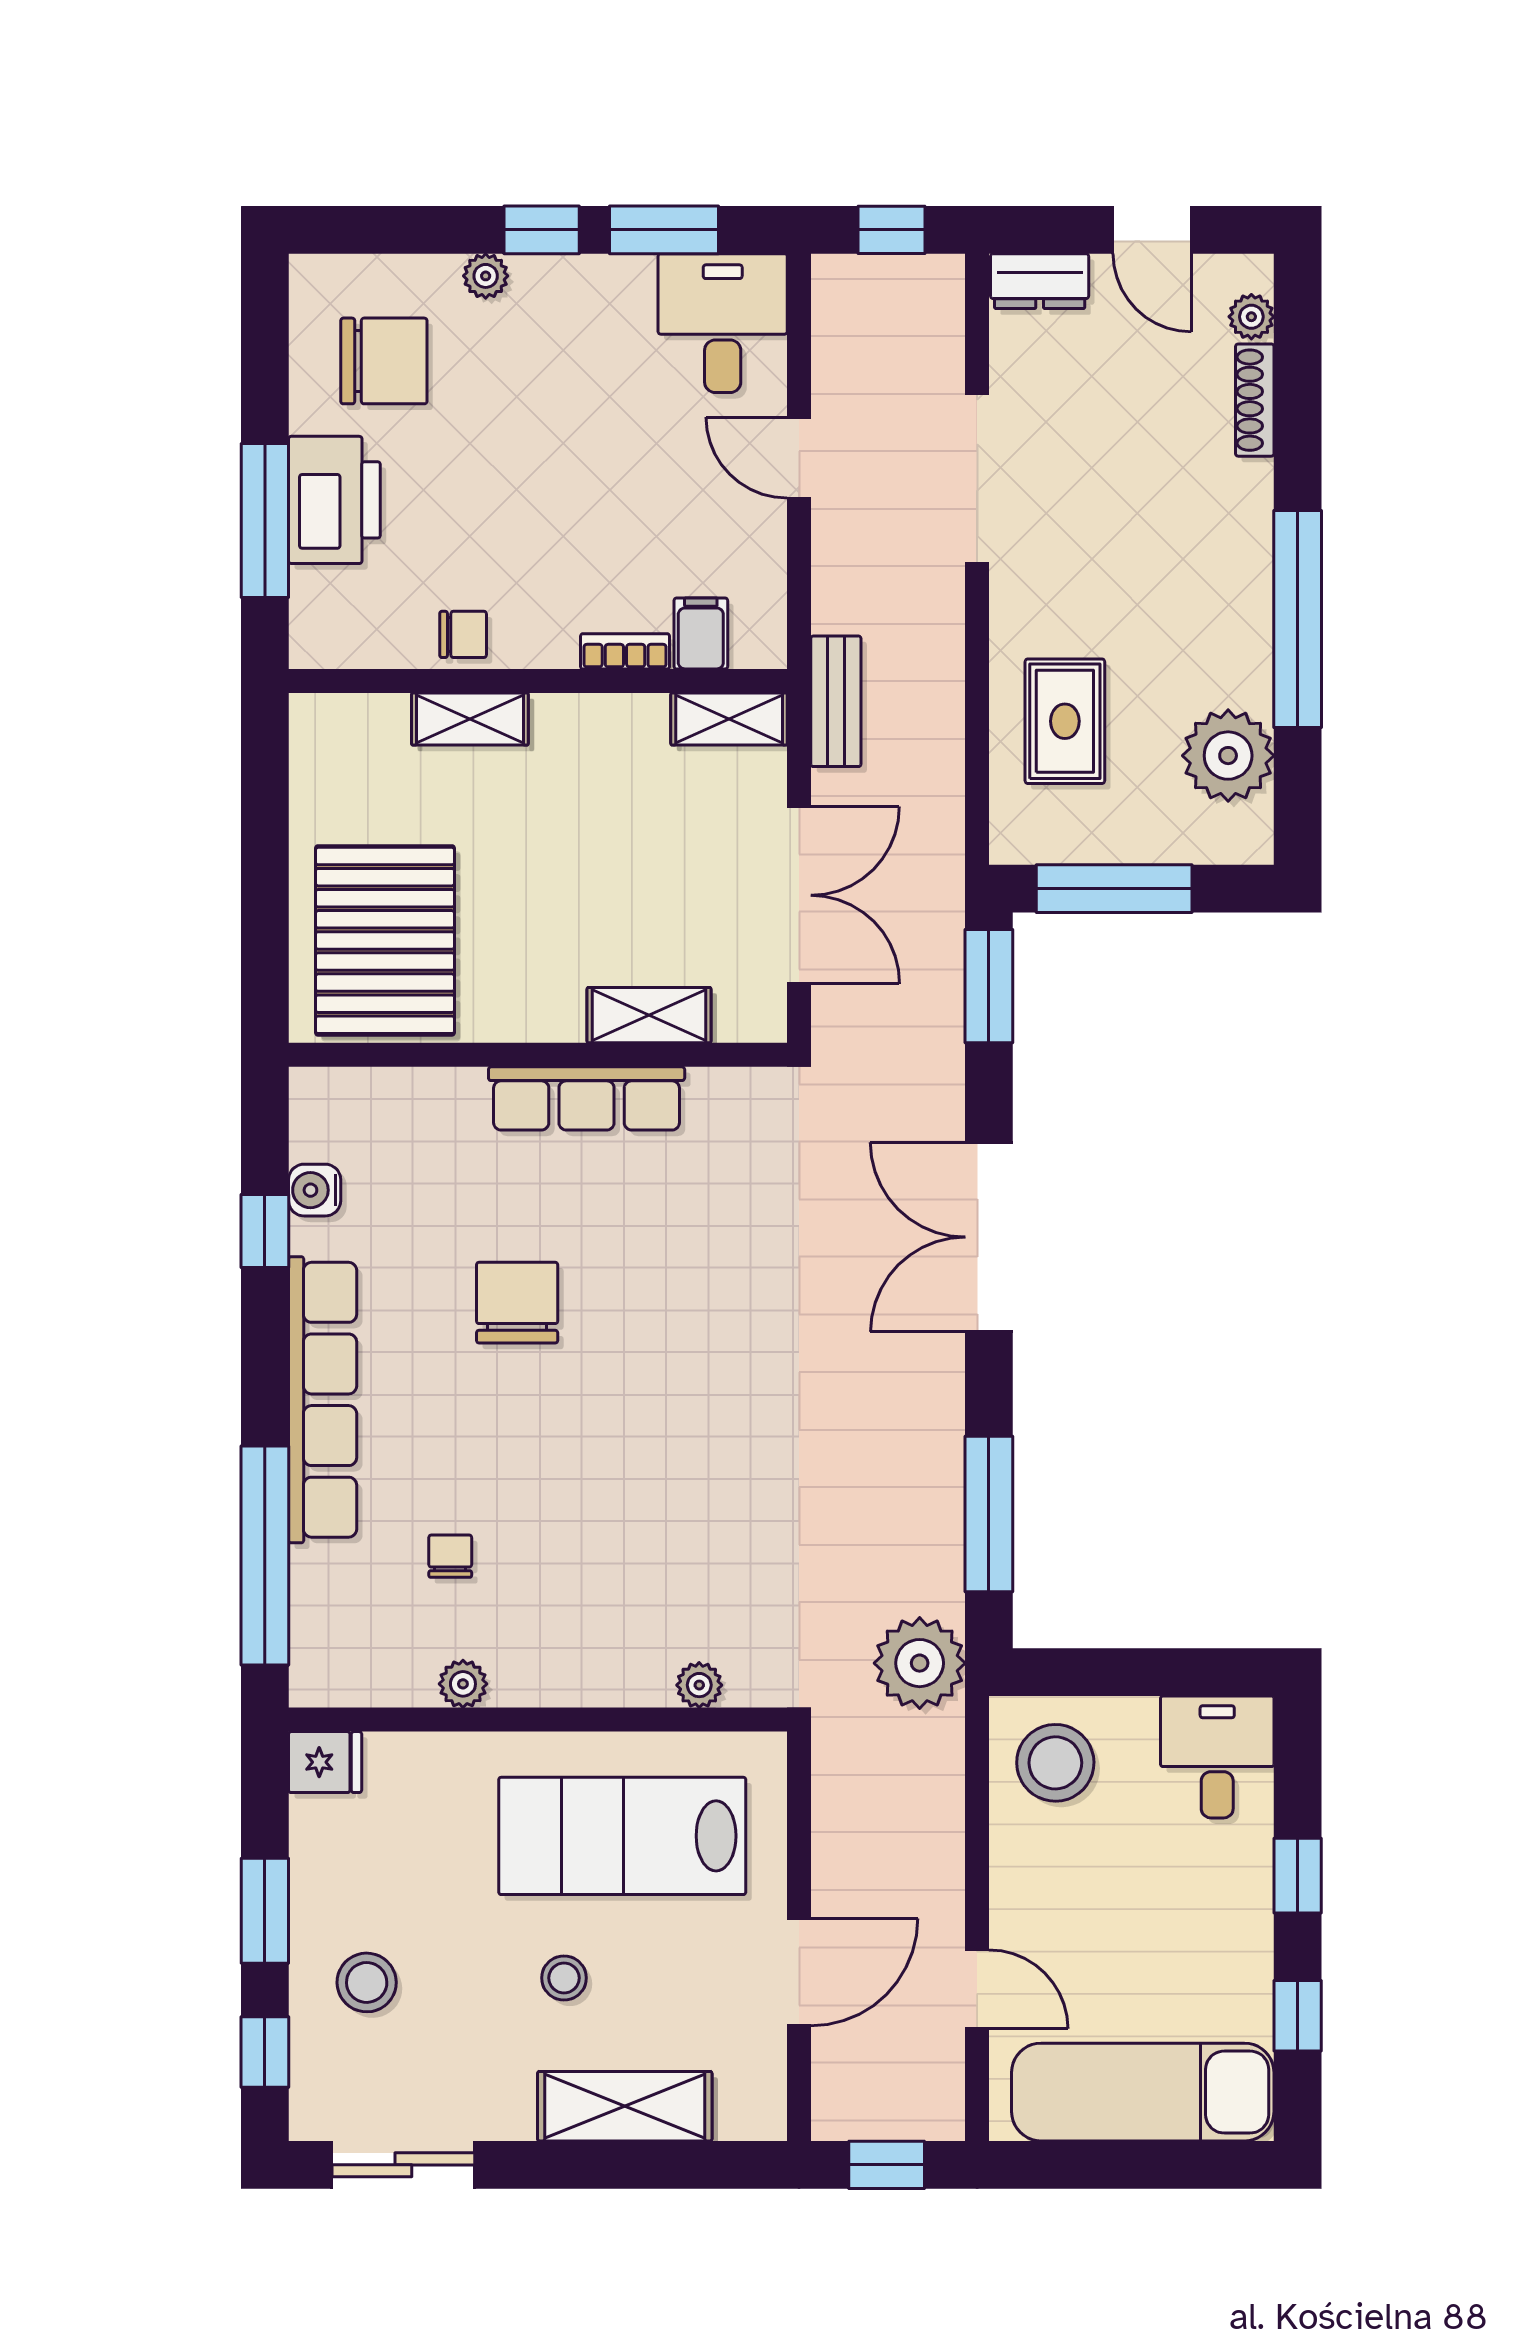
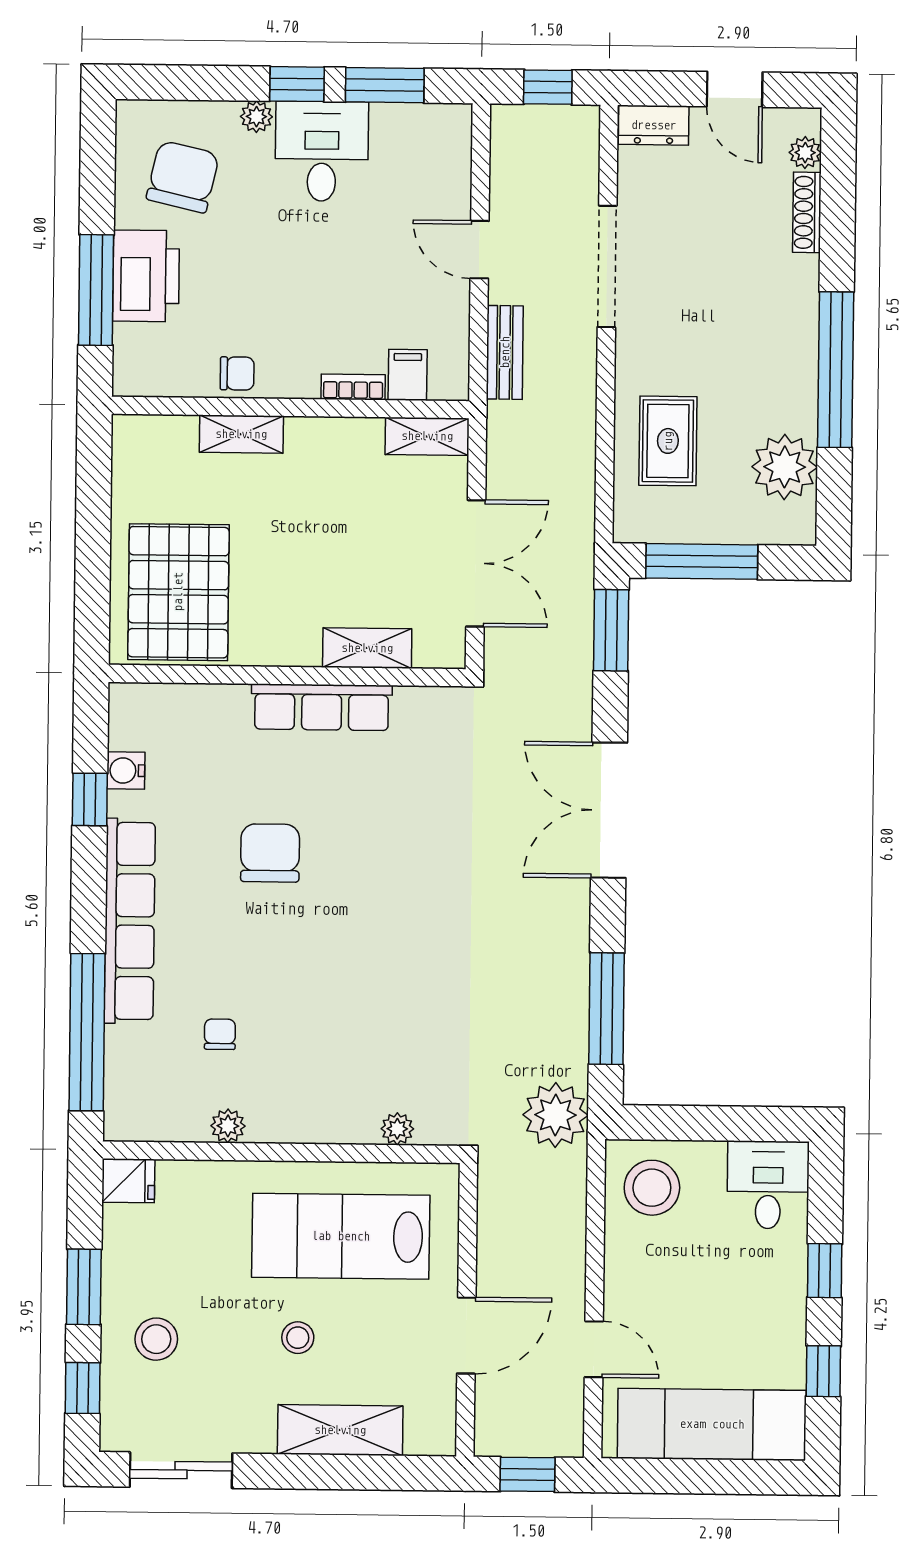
desk: (723, 323) -> (322, 151), moved
chair: (384, 361) -> (183, 177), turned -77
bench: (836, 701) -> (505, 352), moved

